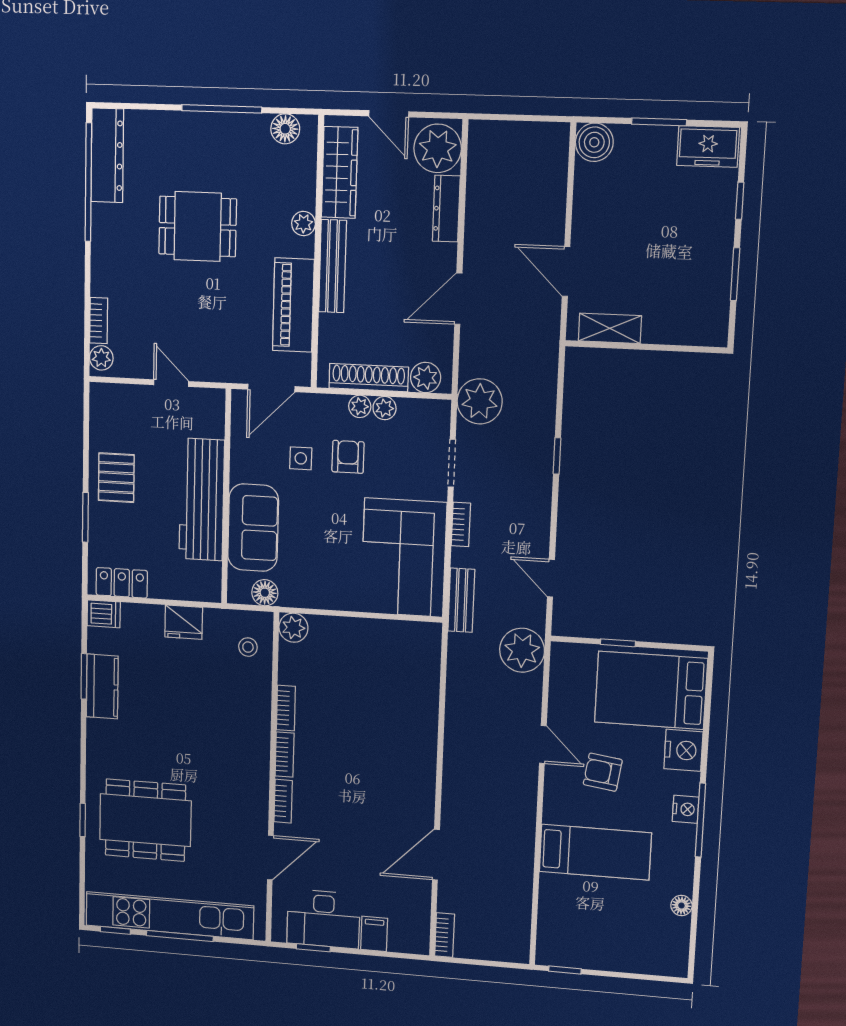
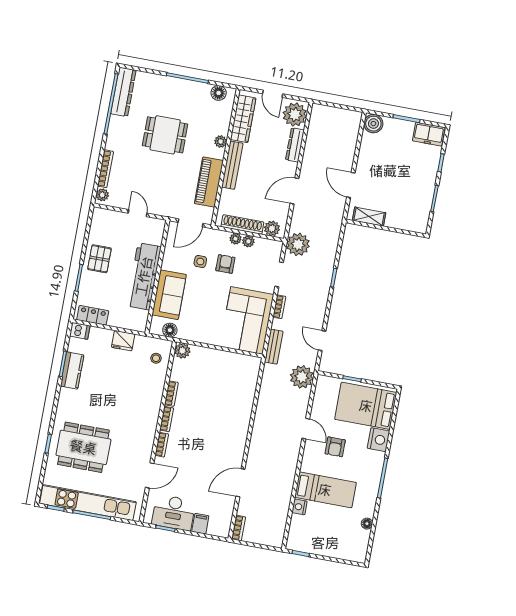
bookcase: (99, 321) -> (105, 169), width x1.56
armchair: (603, 772) -> (335, 447), turned -98
nightstand: (686, 809) -> (299, 507), moved, turned 180

